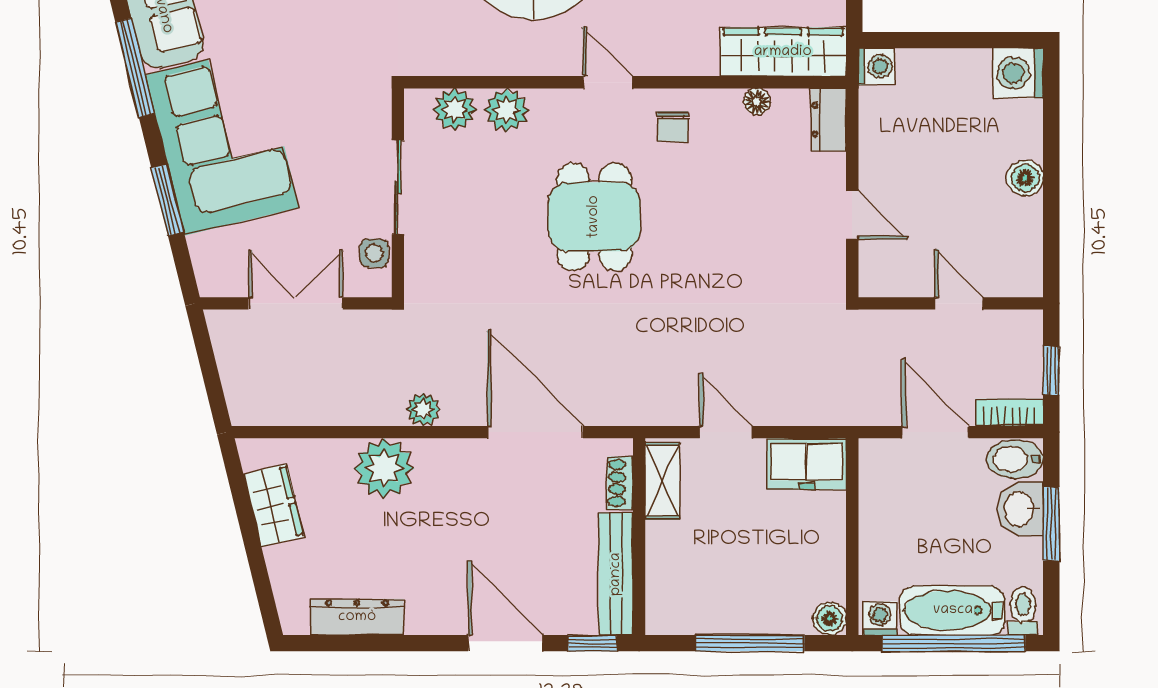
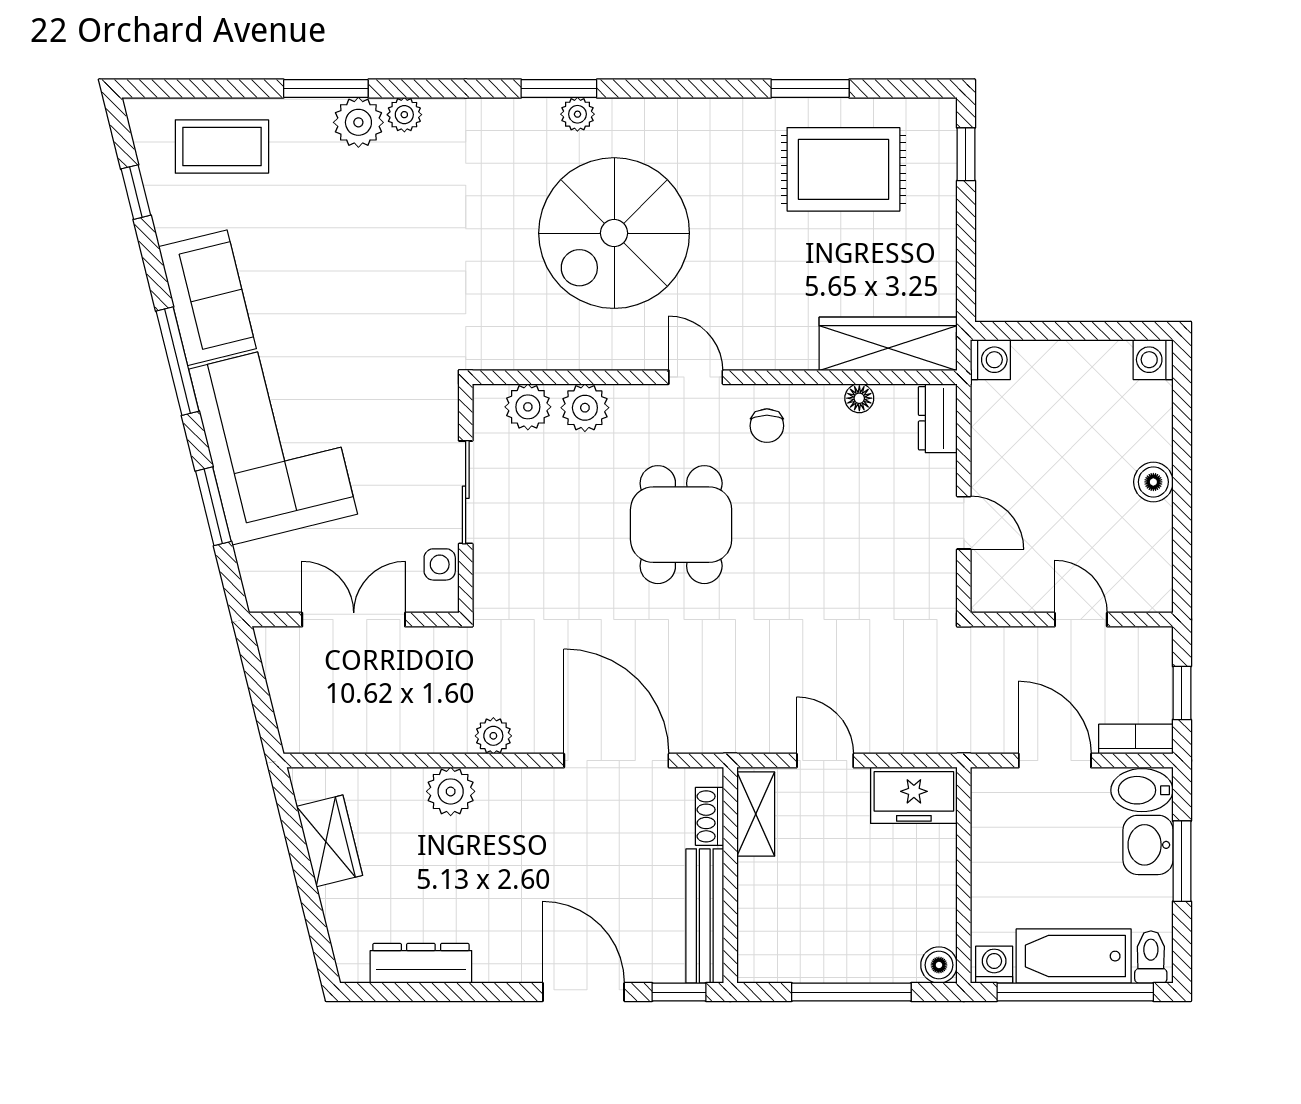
washing machine: (1018, 73) -> (1153, 360), width x0.73, depth x0.73
plant: (384, 468) -> (451, 791), width x0.73, depth x0.73

